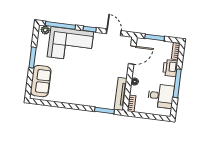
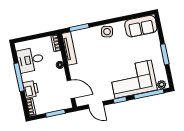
door: (132, 55) -> (71, 89), swing flipped
sofa: (41, 81) -> (141, 26), moved, turned -90
side table: (80, 98) -> (107, 32), added

